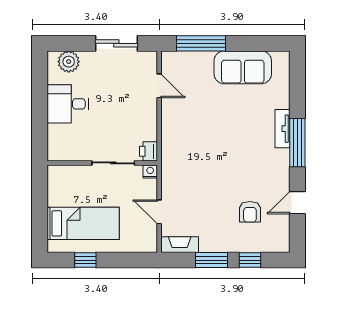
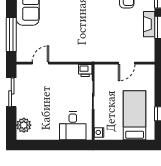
desk: (68, 104) -> (73, 126), moved
nightstand: (150, 171) -> (99, 132), moved
fireplace: (180, 245) -> (149, 24), moved

